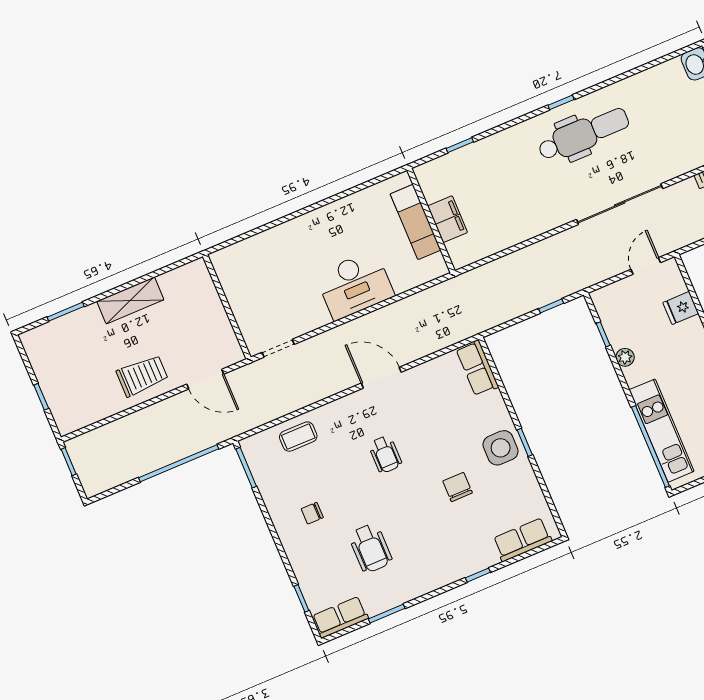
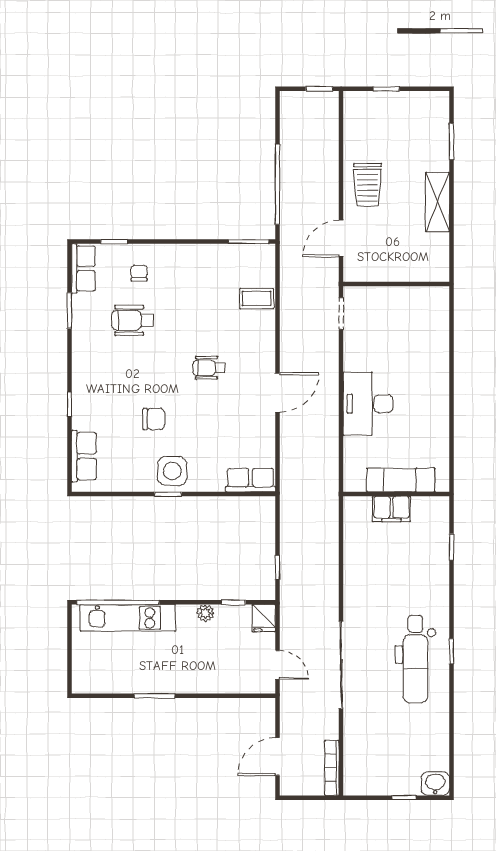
fridge: (681, 308) -> (264, 618), moved, turned 180
coffee table: (298, 437) -> (257, 299), turned 90
chair: (312, 513) -> (139, 273), moved

